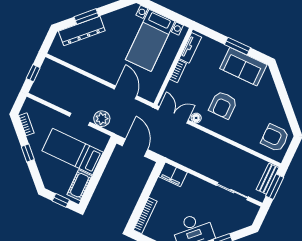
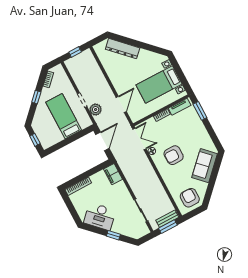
window: (86, 17) -> (132, 42), removed
window: (238, 46) -> (200, 111), moved
sofa: (243, 67) -> (205, 166), moved, turned 45
cot: (80, 185) -> (53, 139), removed

